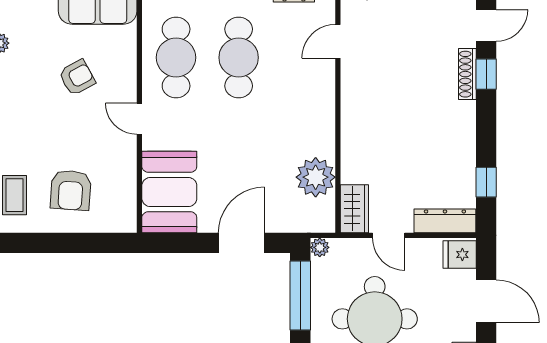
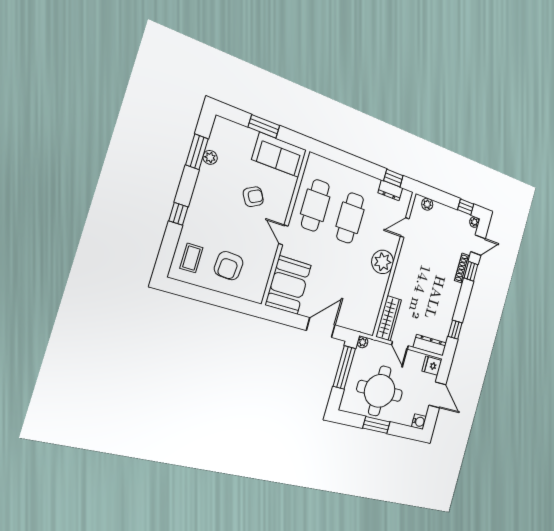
plant: (316, 177) -> (383, 262), moved
wardrobe: (354, 209) -> (389, 318), width x1.50

